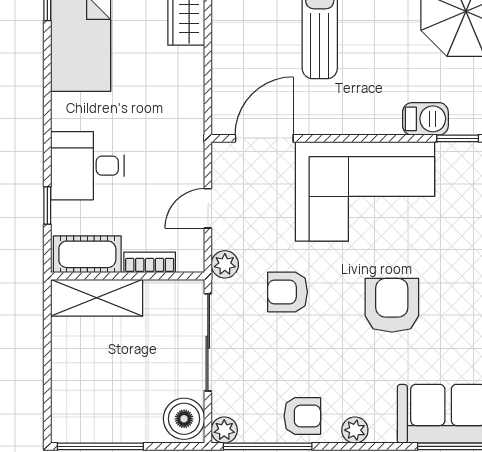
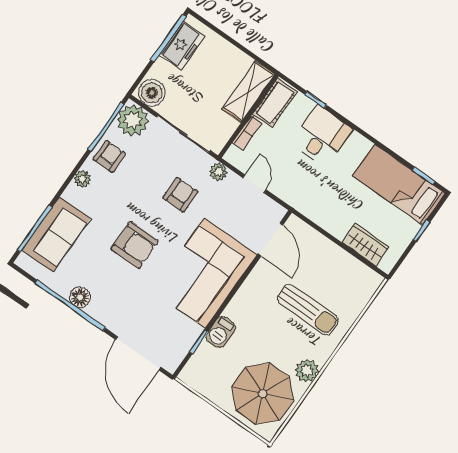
armchair: (302, 416) -> (109, 156), turned 180
freezer: (98, 422) -> (182, 46), added
plant: (224, 430) -> (133, 120), width x1.88, depth x1.88

